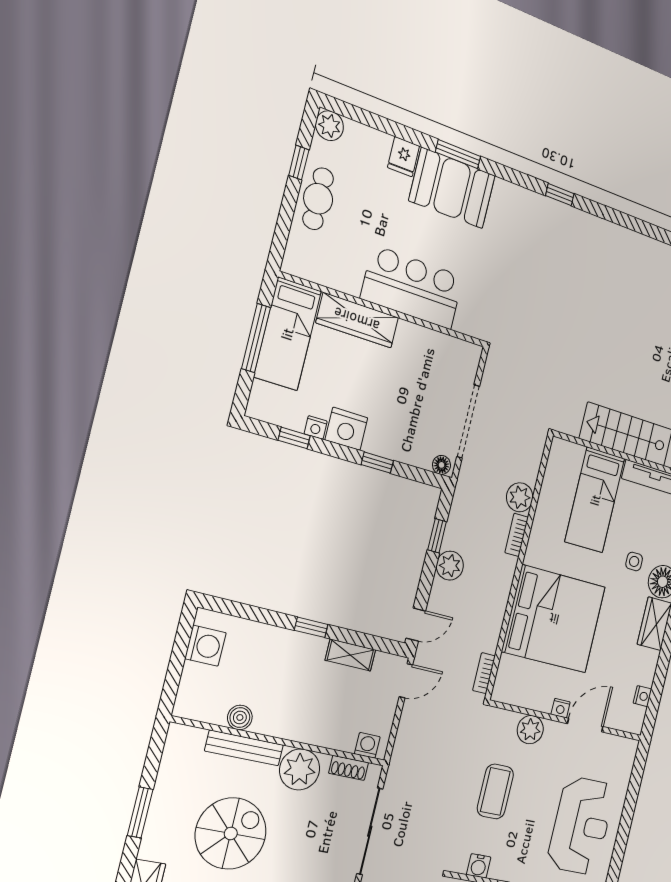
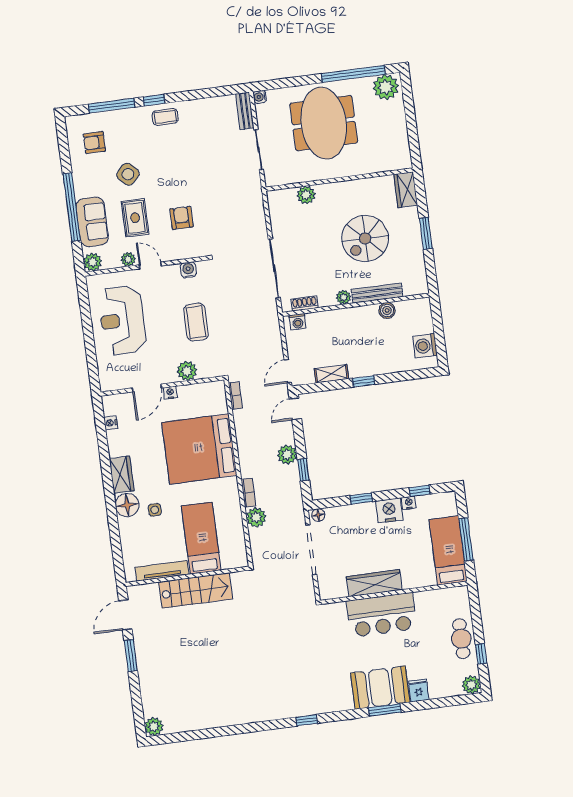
wardrobe: (357, 320) -> (374, 583), moved
plant: (300, 769) -> (344, 297), width x0.53, depth x0.53

